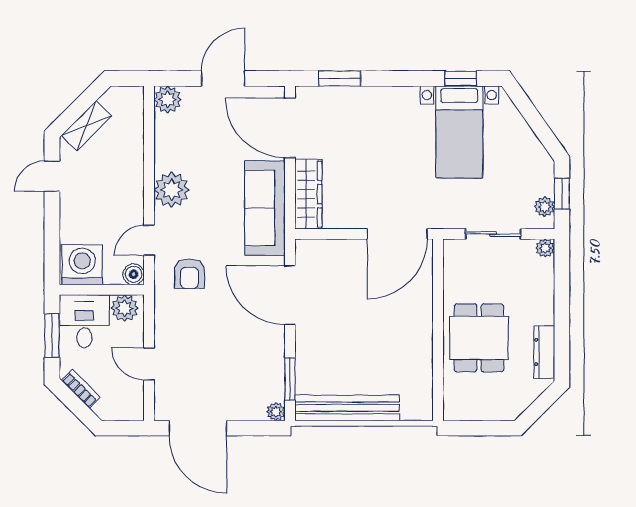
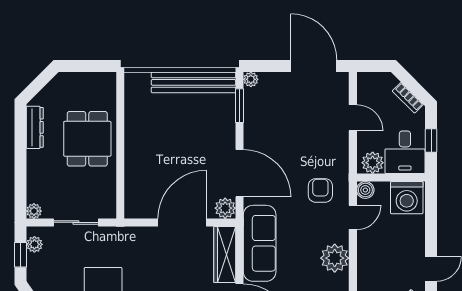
door: (397, 234) -> (182, 222), moved
plant: (308, 252) -> (225, 208), added
window: (52, 336) -> (431, 141), width x0.67

